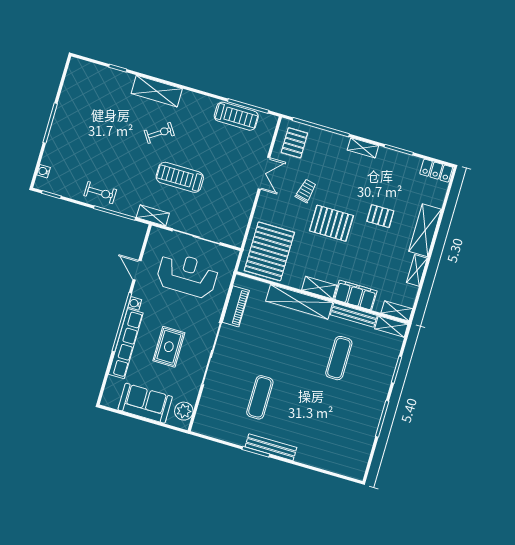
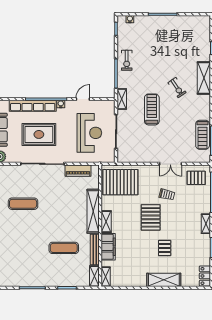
shelving: (417, 270) -> (136, 282), removed
rug: (169, 347) -> (39, 134), width x1.36, depth x1.43

